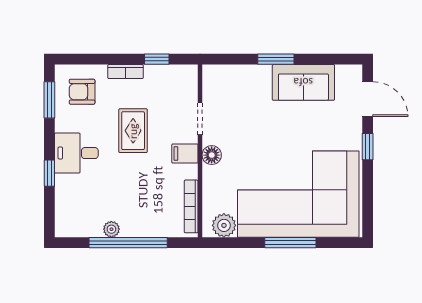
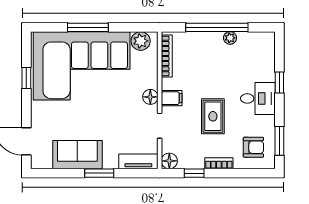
floor lamp: (188, 74) -> (169, 161), added
tv unit: (227, 74) -> (138, 161), added
window: (368, 147) -> (26, 78), moved

